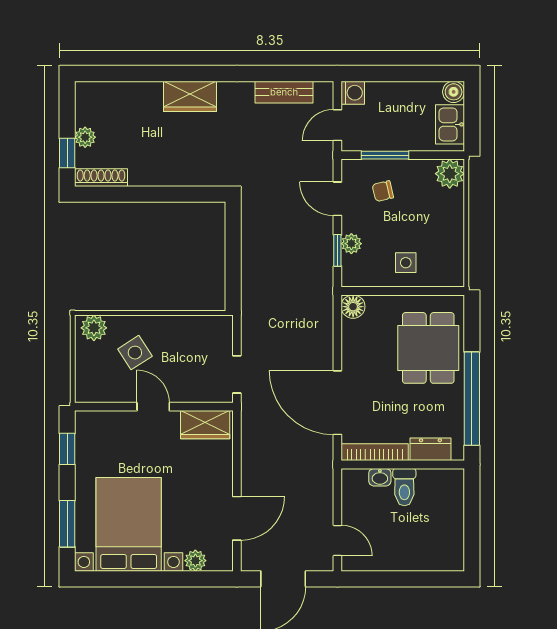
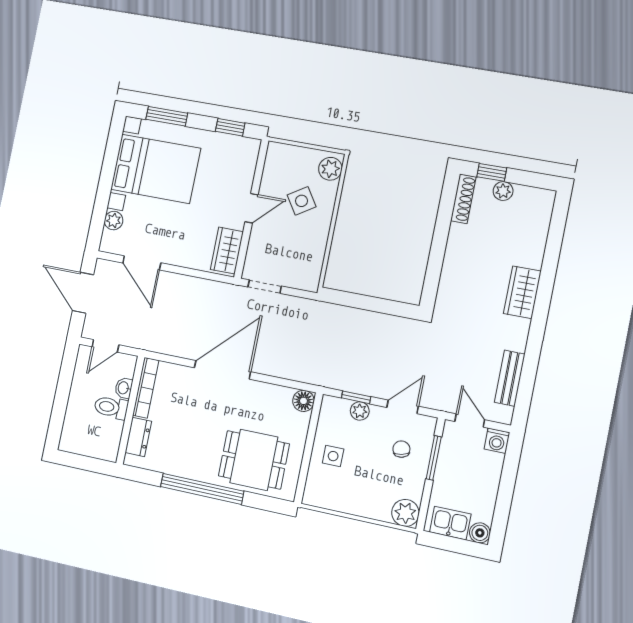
dresser: (430, 449) -> (138, 437), moved
bookcase: (375, 452) -> (146, 388), moved
wall: (403, 464) -> (130, 410), moved
washbasin: (380, 477) -> (124, 388), moved
toilet: (404, 487) -> (111, 407), moved

